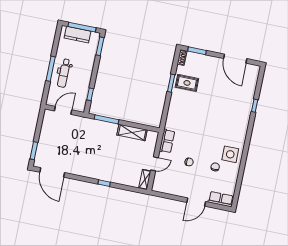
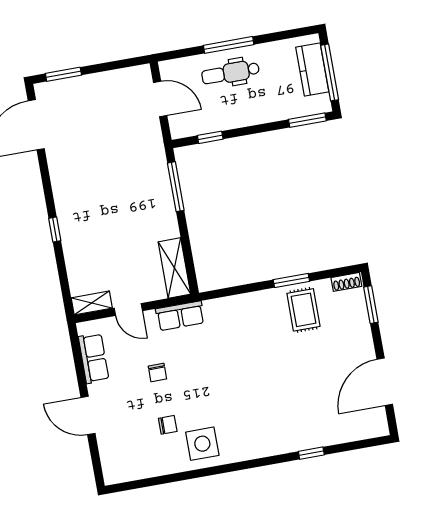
shelving: (132, 132) -> (174, 268), moved
row of seats: (221, 199) -> (94, 358), moved

